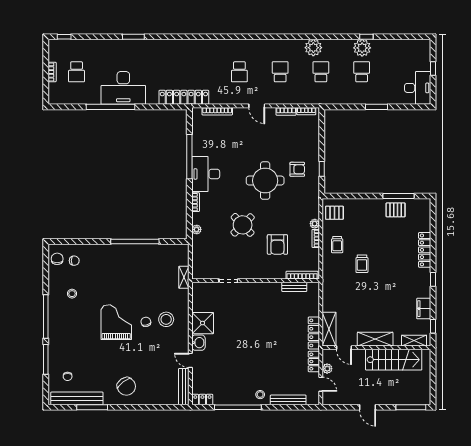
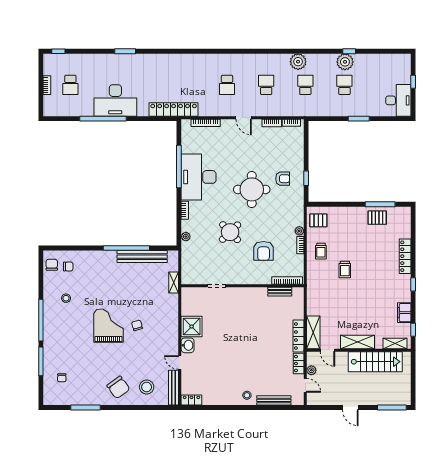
desk: (206, 174) -> (199, 177), width x1.36, depth x1.30
stool: (166, 319) -> (147, 387), moved
bench: (77, 398) -> (142, 257), moved
window: (238, 407) -> (226, 407), removed

